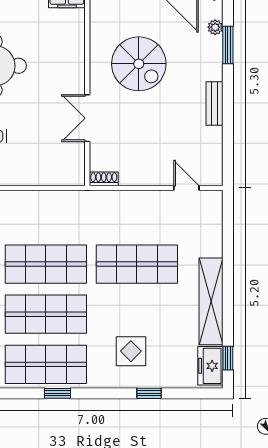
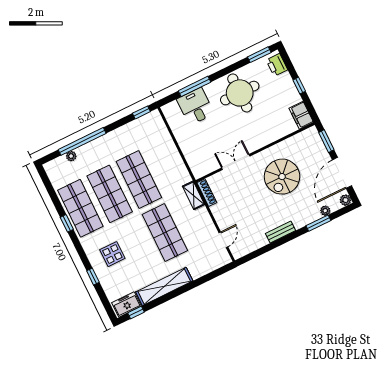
shoe rack: (104, 179) -> (207, 193), width x1.43
shelving: (105, 199) -> (194, 195), added

